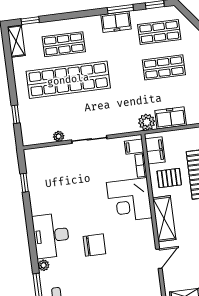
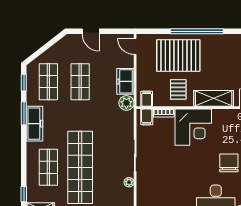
freezer: (116, 22) -> (35, 124), width x1.40
filing cabinet: (155, 150) -> (147, 99), width x0.50

